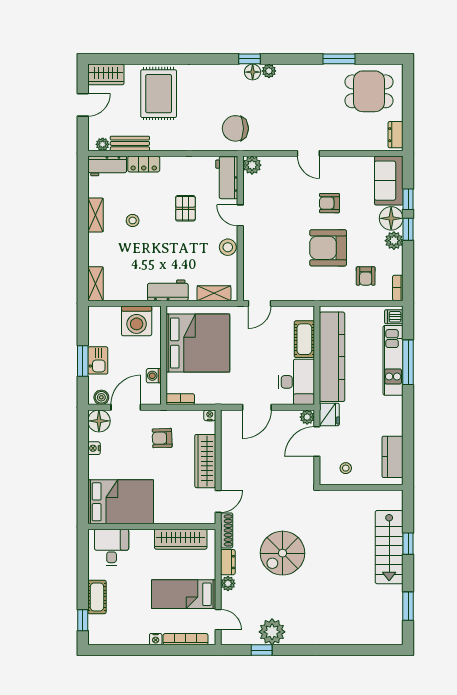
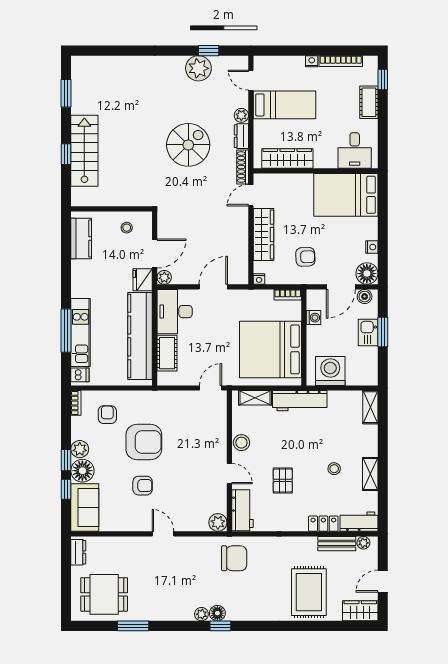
workbench: (168, 290) -> (300, 401), width x1.38
bookcase: (186, 639) -> (341, 61), moved

